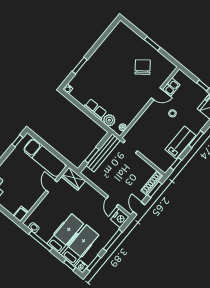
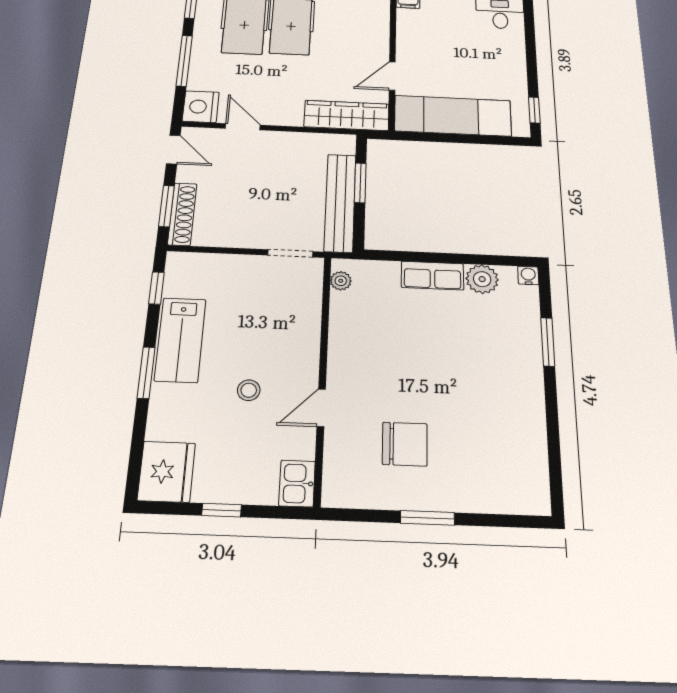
chair: (143, 67) -> (405, 444), turned -52
kitchen sink: (171, 87) -> (297, 483), moved
plant: (109, 120) -> (482, 279), moved
wardrobe: (73, 179) -> (347, 115), width x1.50
door: (52, 186) -> (392, 76), swing flipped

